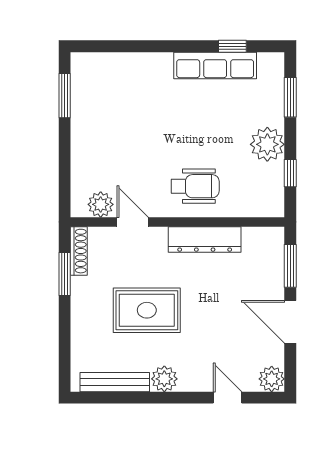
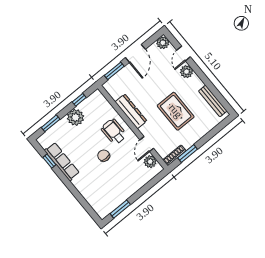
chair: (170, 139) -> (104, 156), added
plant: (164, 379) -> (186, 72), moved

